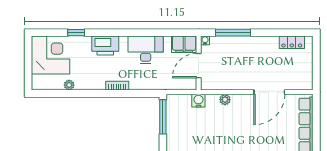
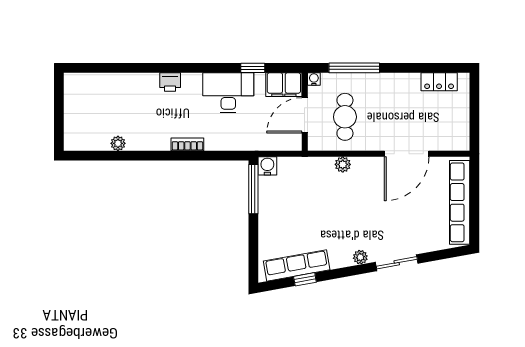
window: (76, 33) -> (253, 68), moved
printer: (105, 46) -> (170, 82), width x0.53, depth x0.68
corner desk: (51, 55) -> (91, 100), removed
cafe table: (227, 67) -> (345, 117), added
water cooler: (198, 101) -> (267, 166), moved

